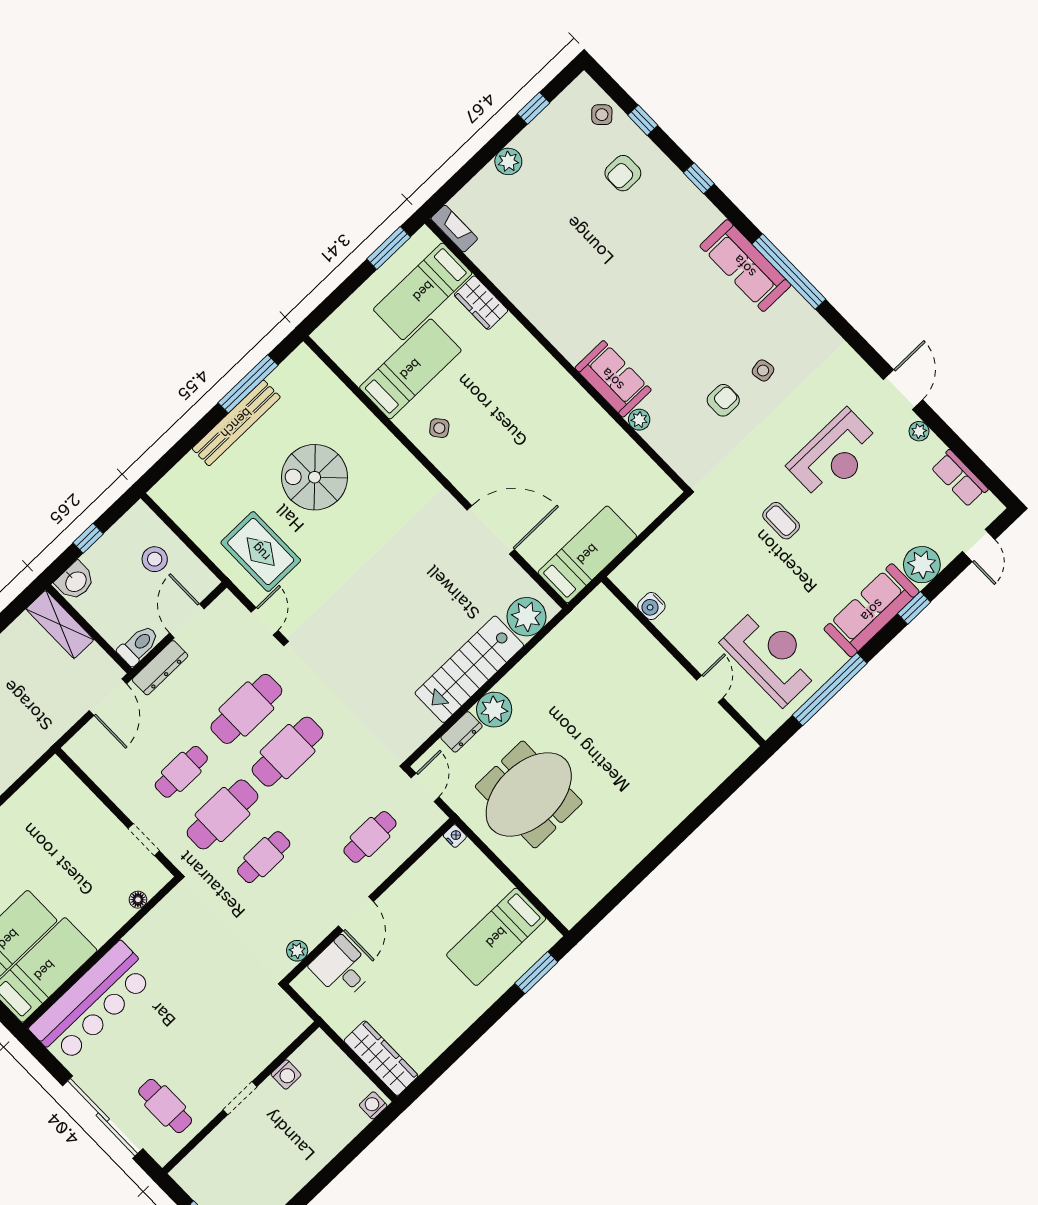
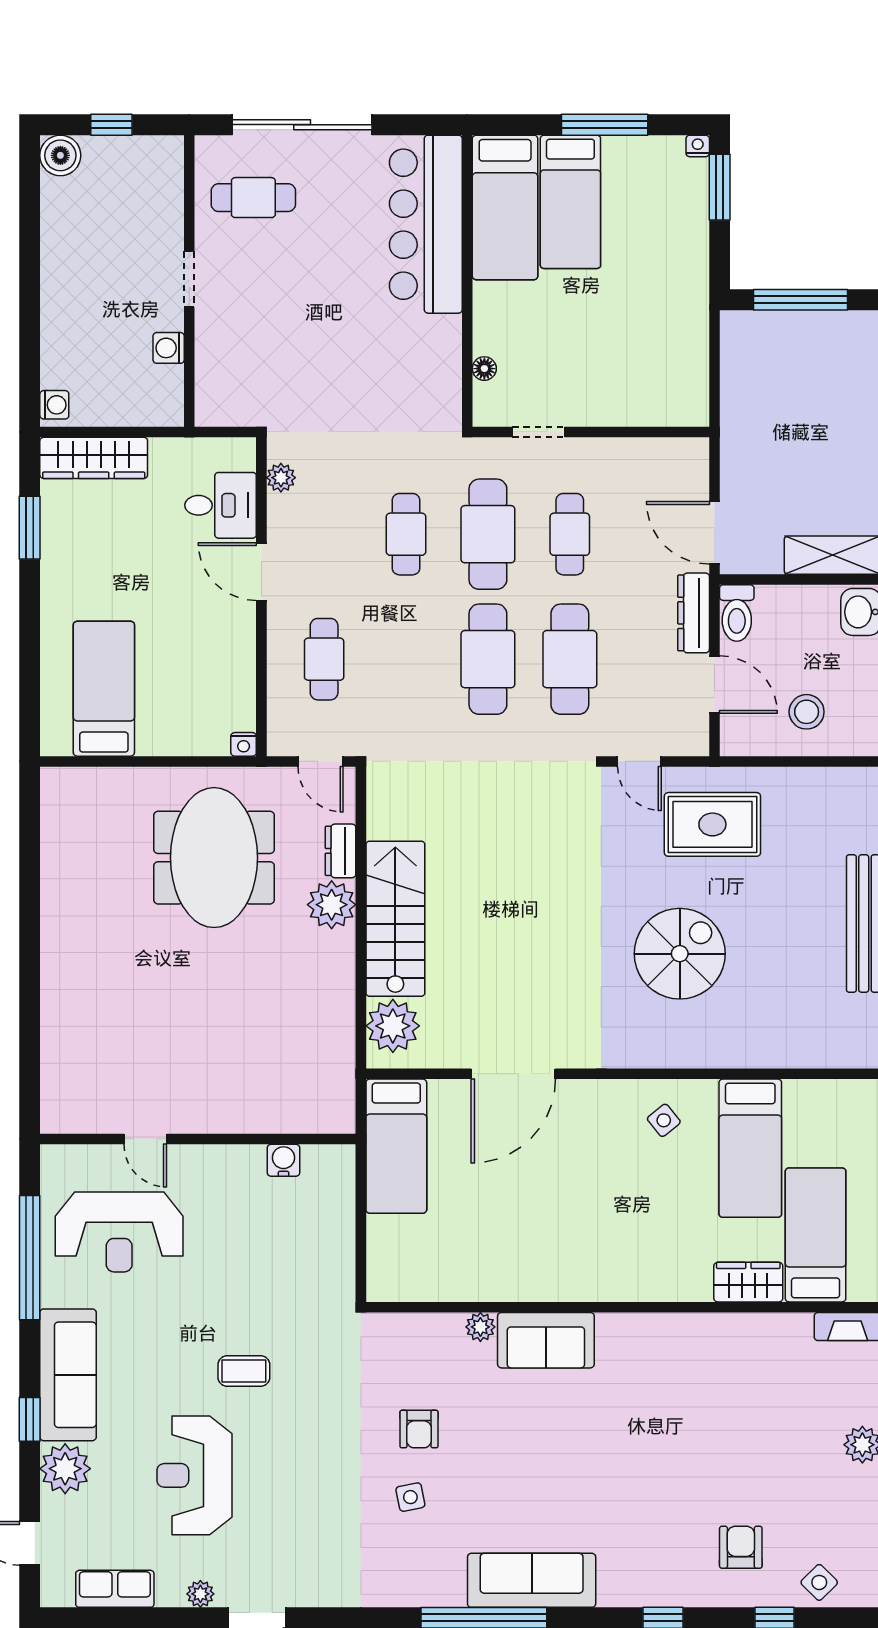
reception desk: (835, 455) -> (195, 1475), moved
spiral stairs: (315, 477) -> (680, 954), moved
window: (536, 973) -> (30, 528), moved

